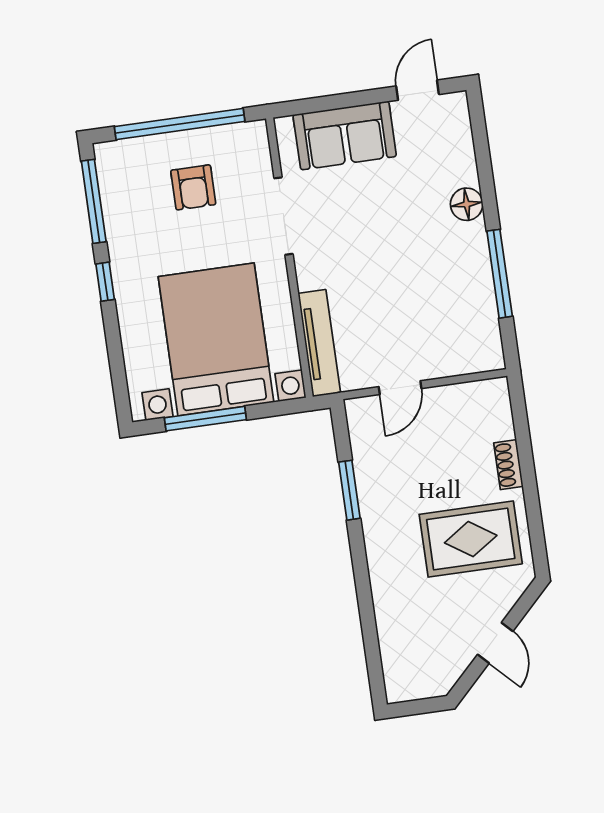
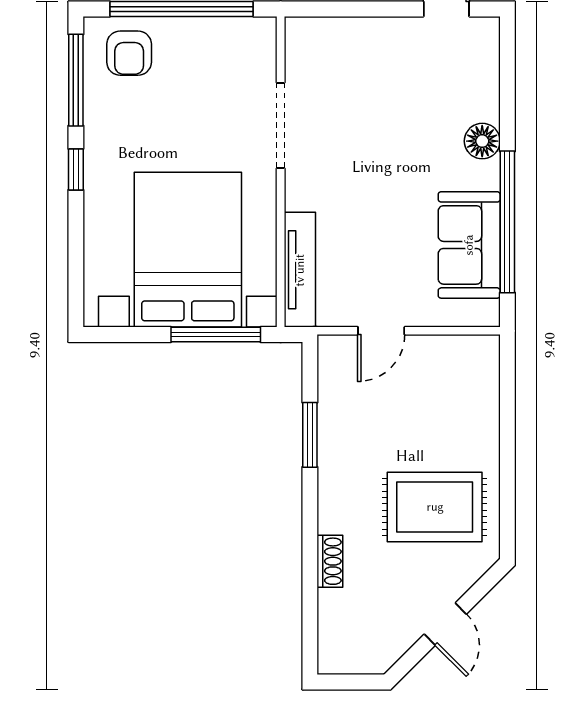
sofa: (345, 136) -> (469, 245), moved, turned 90
armchair: (193, 187) -> (129, 53), moved
window: (500, 274) -> (507, 222), width x1.46
window: (205, 419) -> (216, 334), moved
shoe rack: (508, 465) -> (330, 561), moved, turned 180

